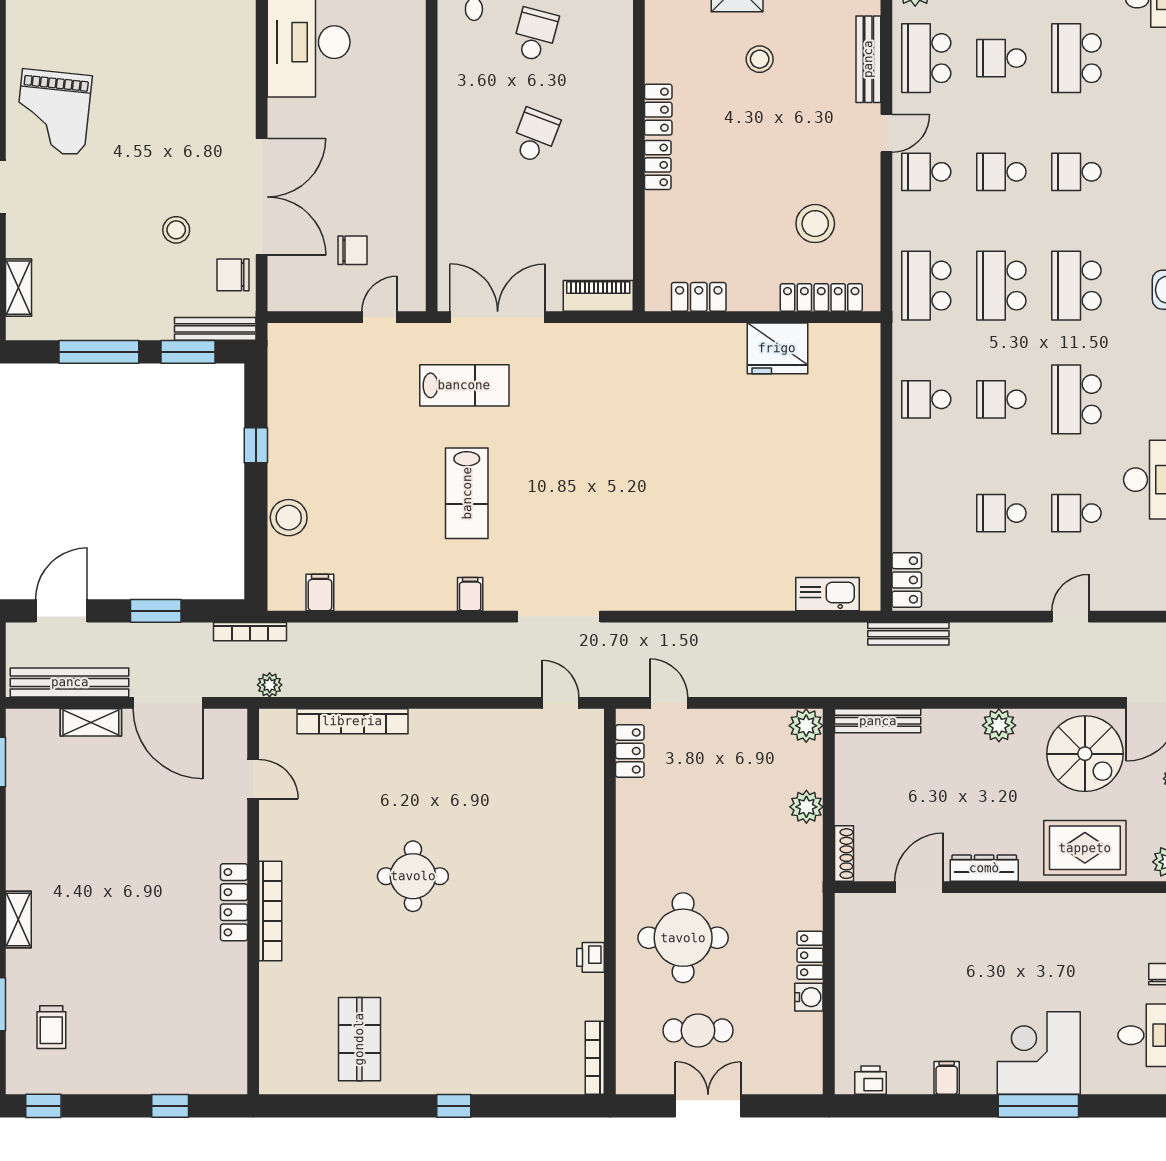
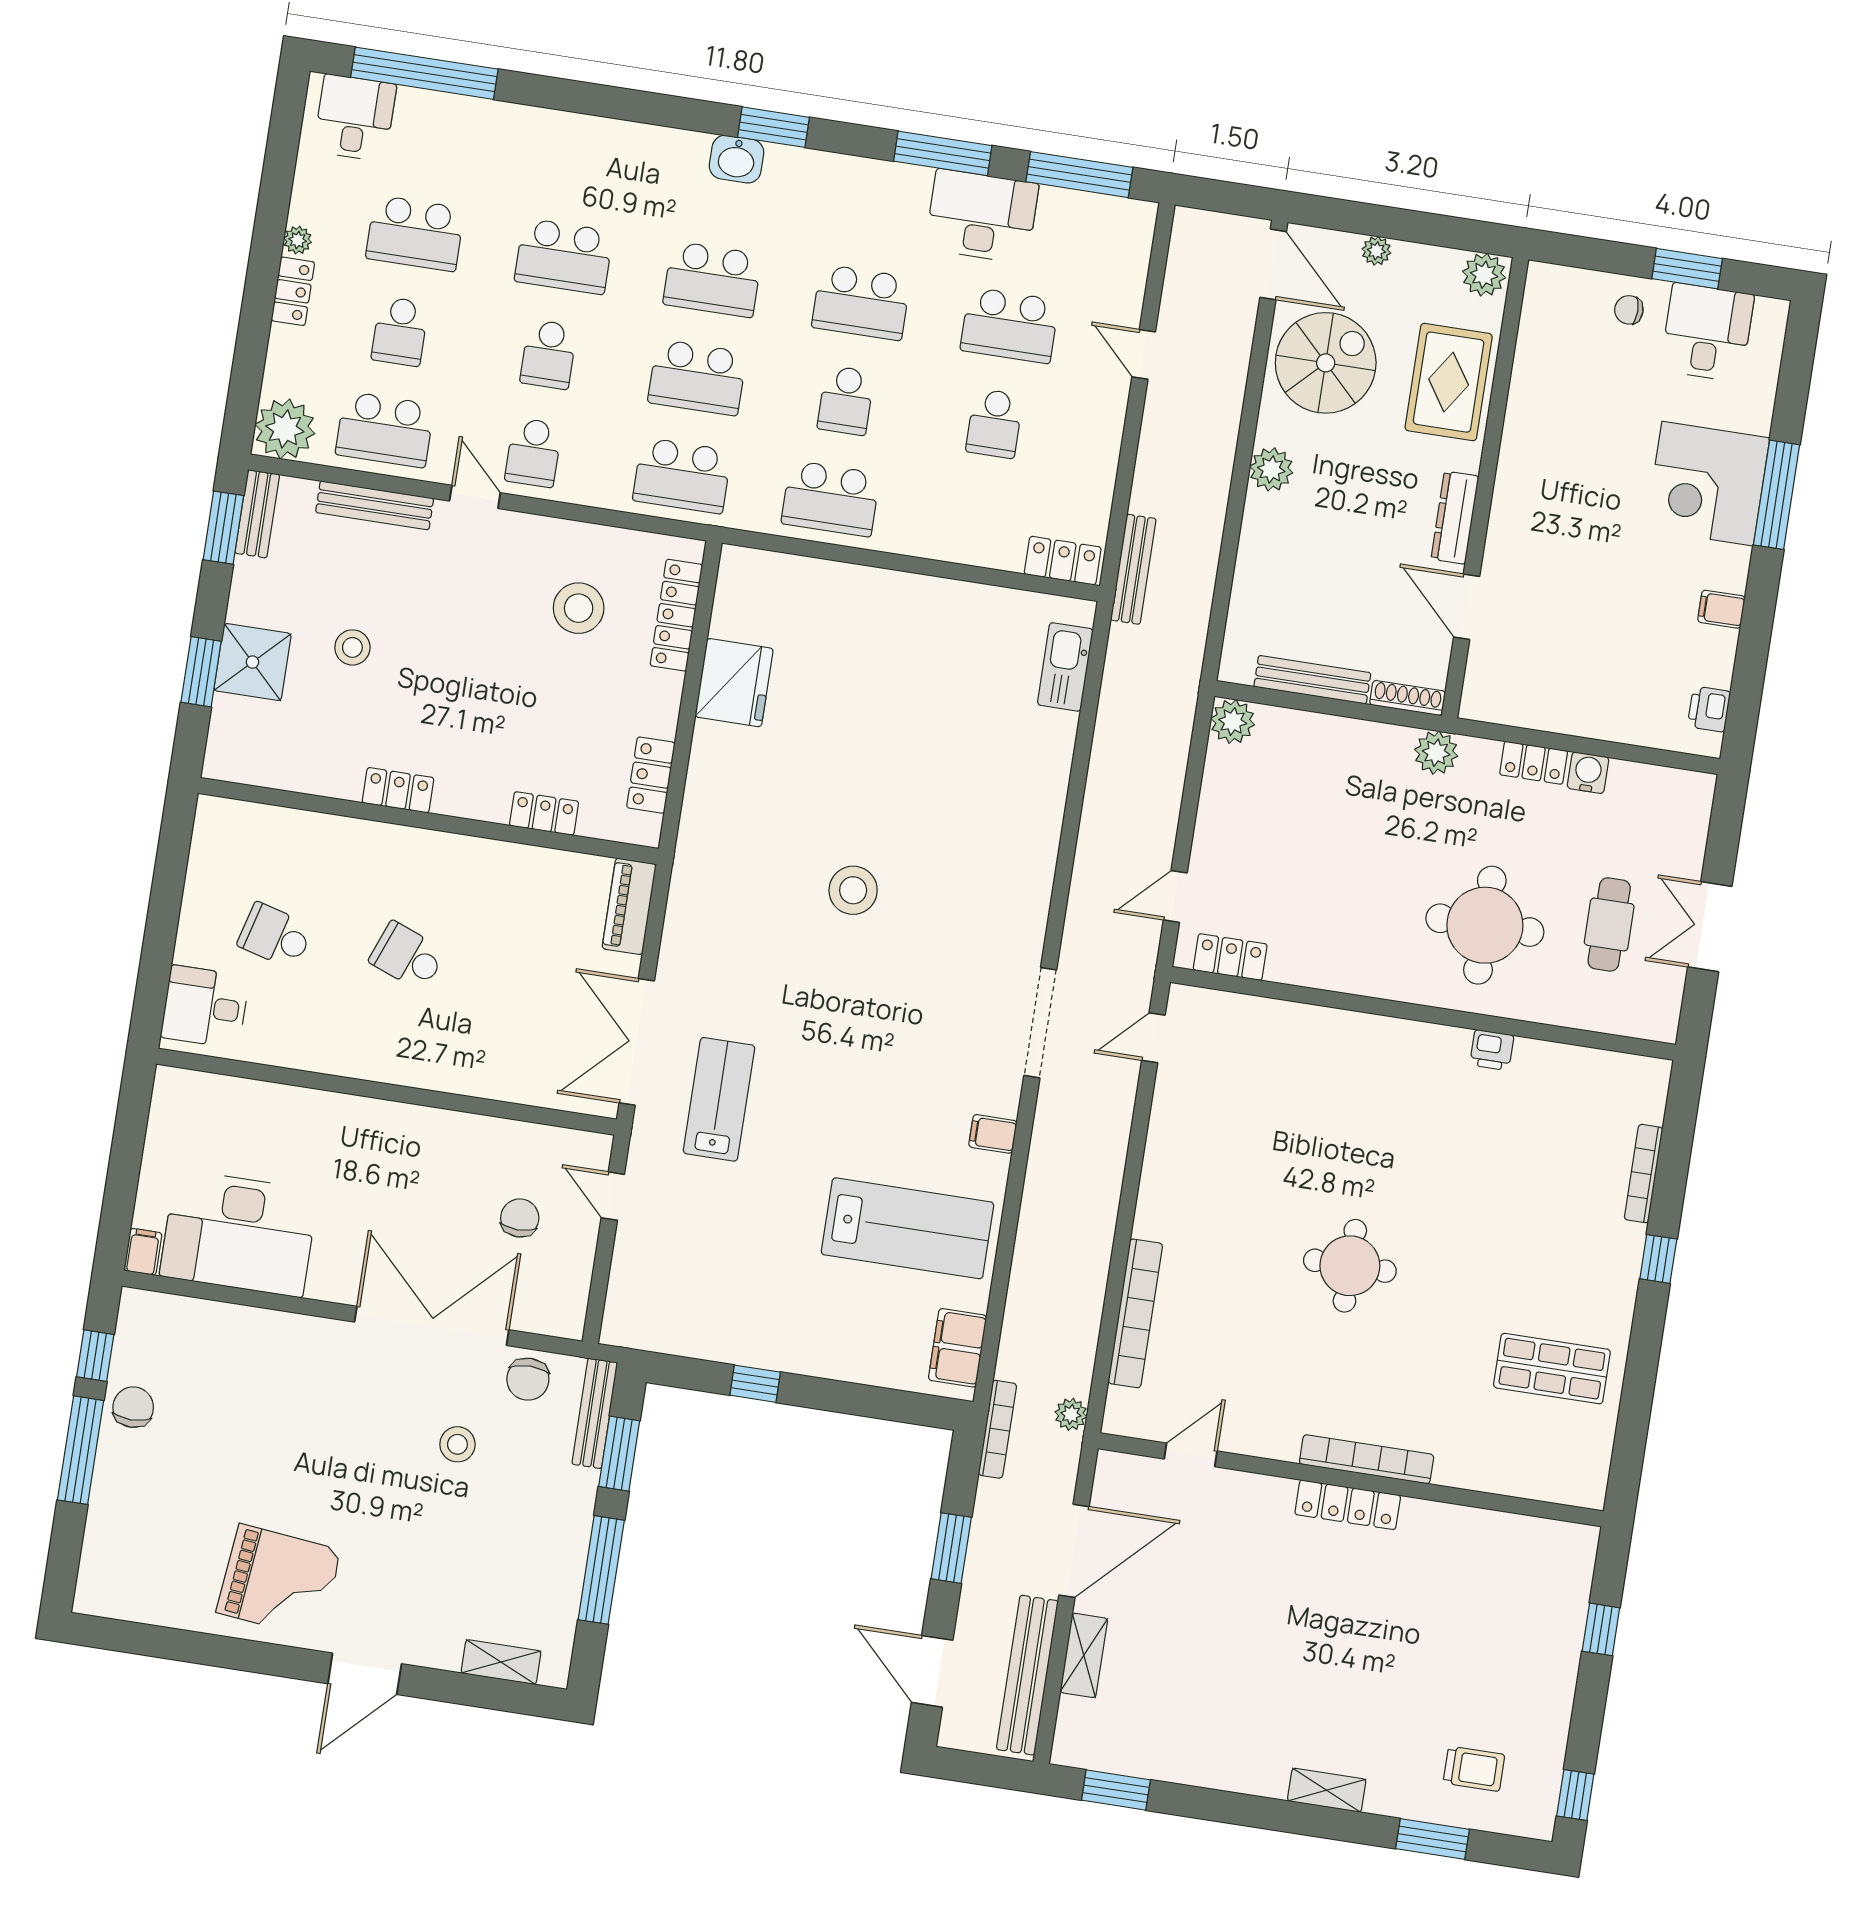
locker: (658, 165) -> (544, 814), moved
school desk: (1076, 172) -> (564, 256), width x1.85
school desk: (926, 399) -> (831, 499), width x1.85
lab bench: (467, 493) -> (907, 1228), moved, width x1.36, depth x1.39
school desk: (1076, 513) -> (1010, 325), width x1.85
stool: (289, 518) -> (853, 890), moved
filing cabinet: (320, 592) -> (958, 1348), width x2.00
bench: (878, 721) -> (1312, 680), moved, turned 90
plant: (806, 807) -> (1436, 753), moved
bookcase: (595, 1058) -> (1644, 1174), moved, turned 90

